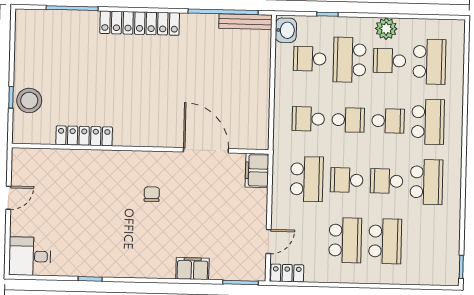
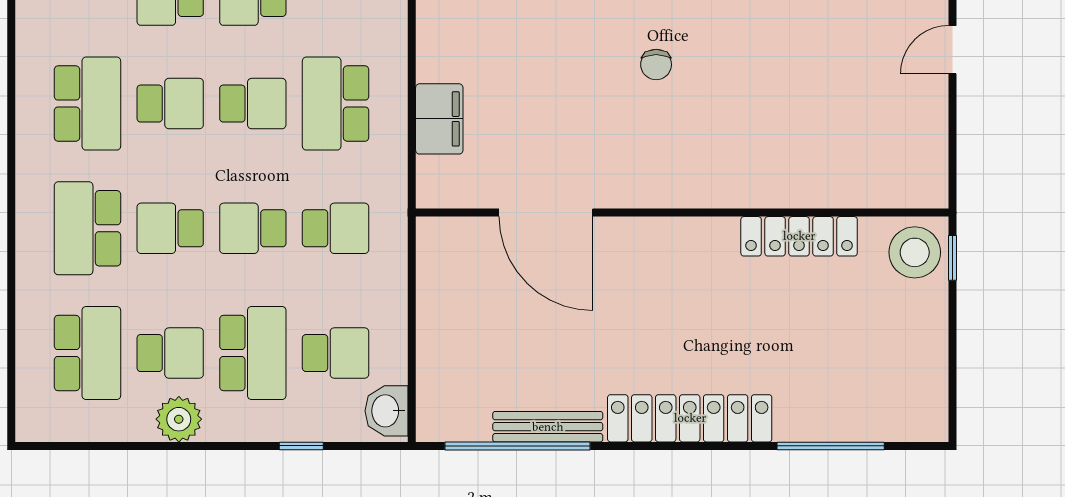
bench: (245, 22) -> (548, 427), moved
school desk: (429, 62) -> (87, 353), turned 180
locker: (84, 136) -> (799, 236), moved
wall: (140, 149) -> (682, 213), moved
door: (206, 150) -> (546, 213), moved
school desk: (426, 182) -> (87, 104), turned 180

